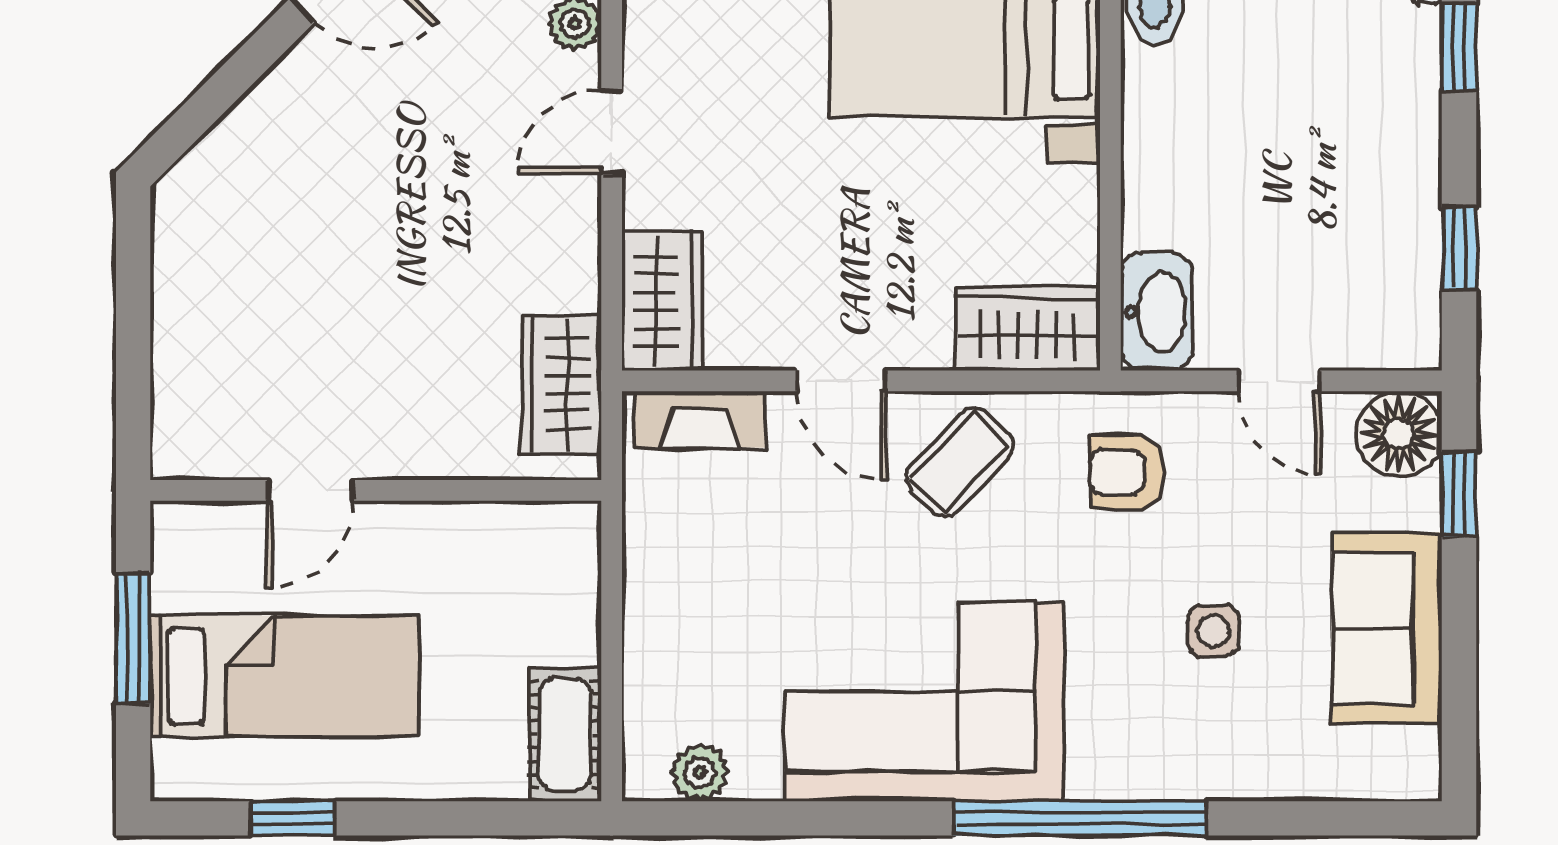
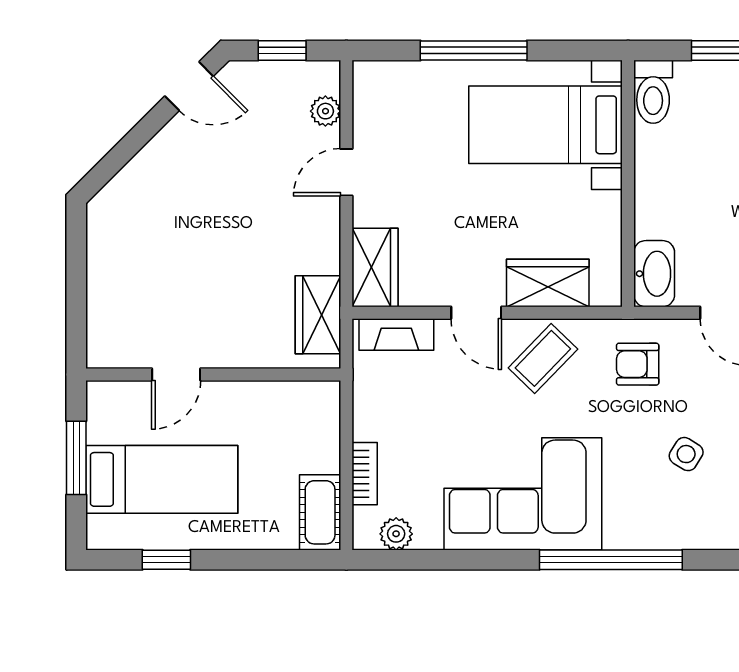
wardrobe: (1027, 328) -> (548, 283), moved
side table: (1213, 631) -> (686, 454), turned 33
bookcase: (644, 666) -> (365, 474), added

